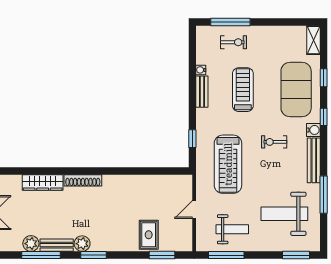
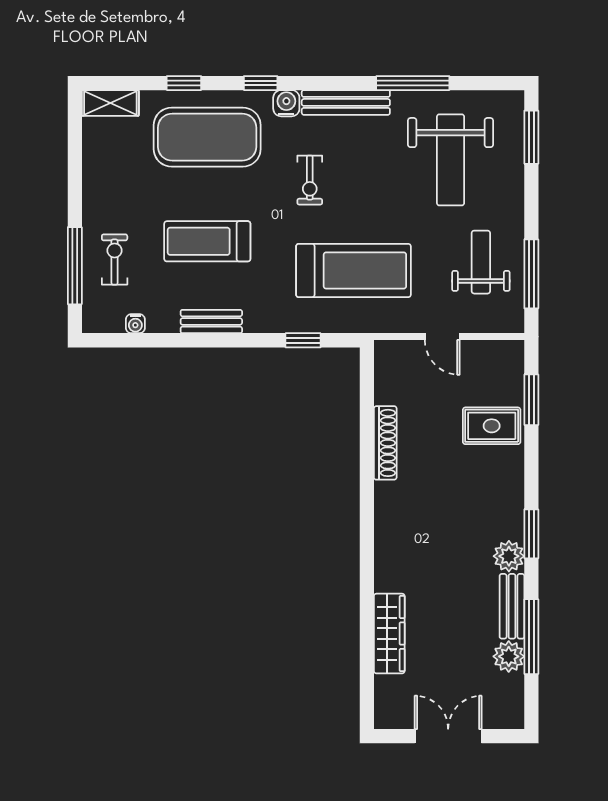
water cooler: (201, 70) -> (135, 324), moved
shoe rack: (83, 180) -> (385, 443), moved

